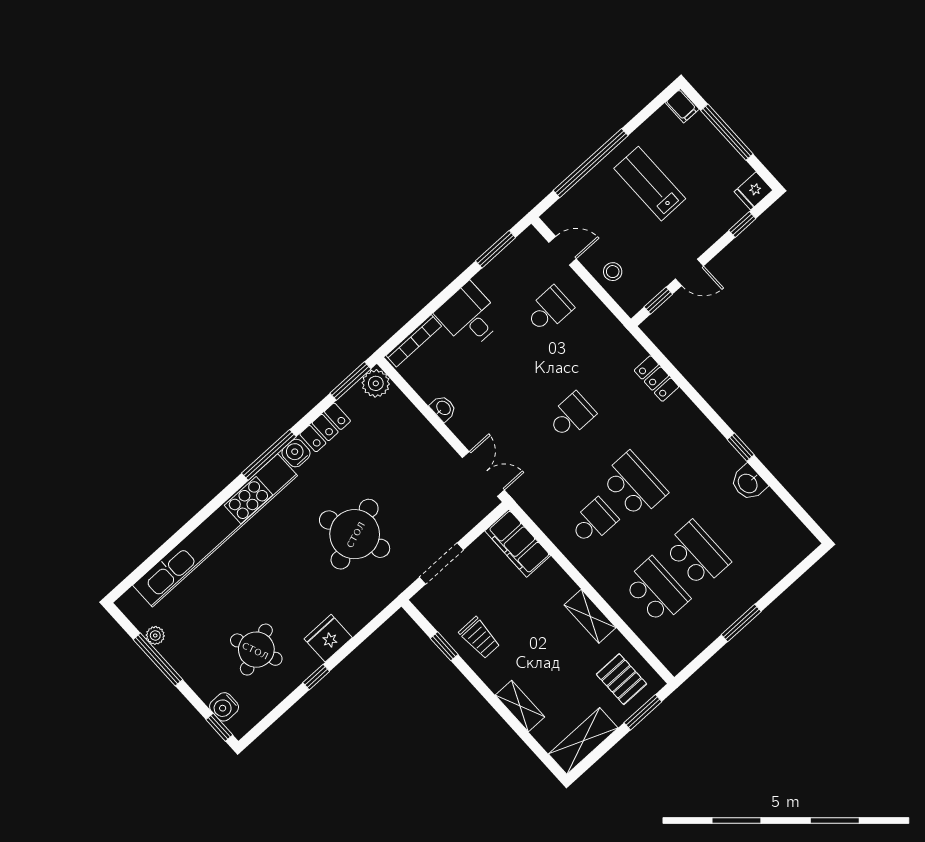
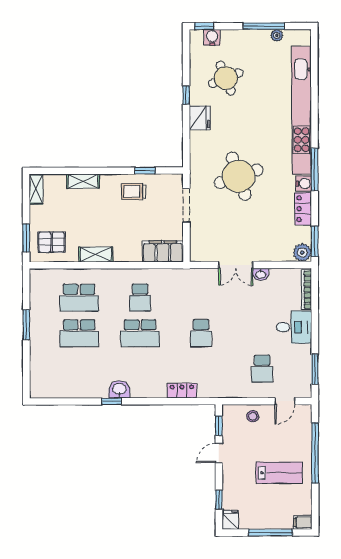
double door: (483, 474) -> (236, 265), moved
washbasin: (748, 483) -> (119, 389), moved
shelving: (583, 741) -> (36, 189), width x0.67, depth x0.75

